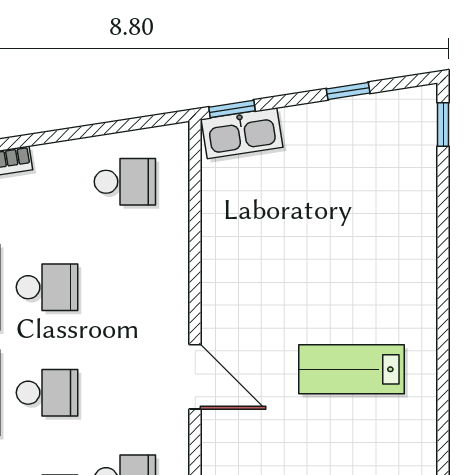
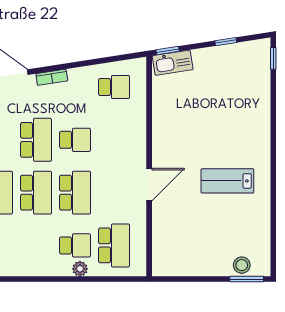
door: (195, 377) -> (149, 185), hinge flipped
school desk: (47, 393) -> (75, 193), width x1.85

